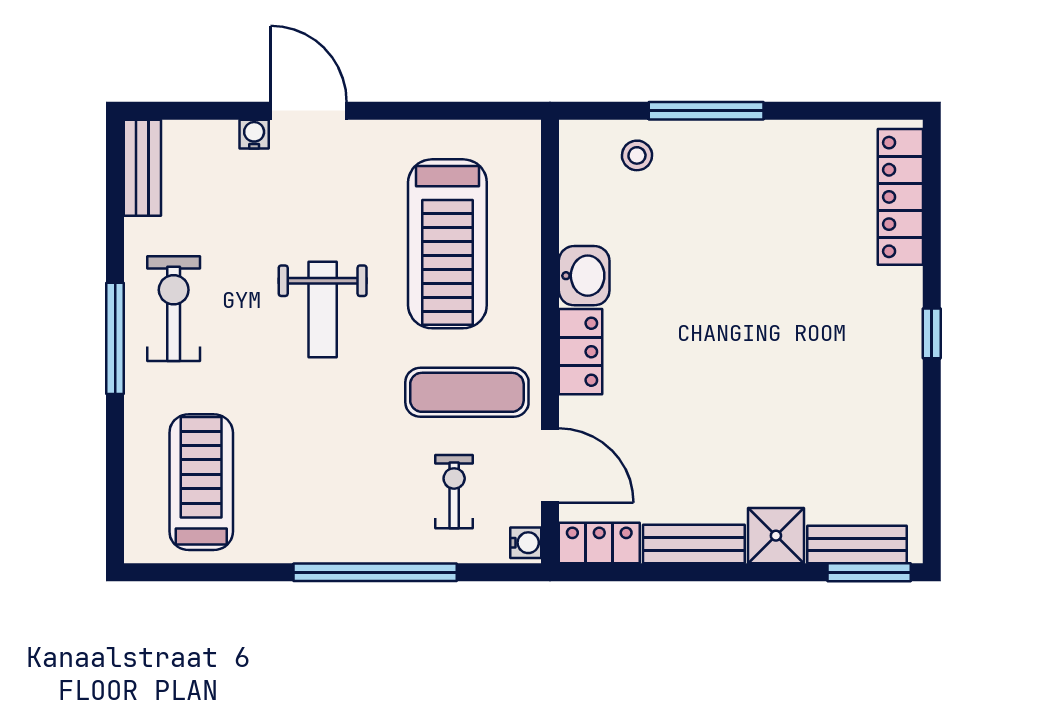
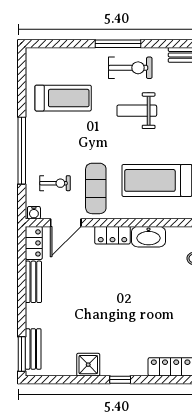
washbasin: (584, 276) -> (149, 237), width x1.38
weight bench: (323, 310) -> (137, 111), moved
treadmill: (201, 482) -> (63, 98), moved
shower: (776, 536) -> (88, 365), moved

